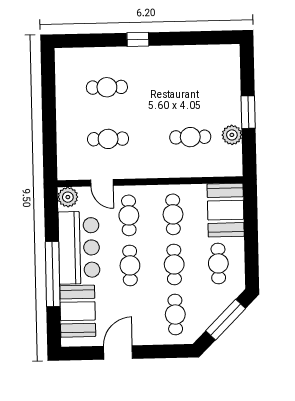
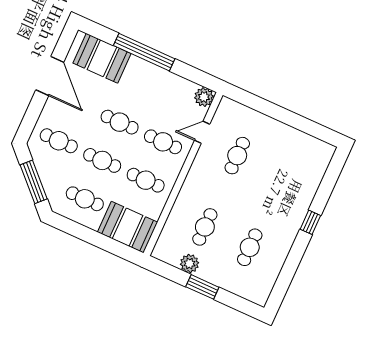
cafe table: (107, 87) -> (250, 247), moved
bar counter: (79, 248) -> (156, 86), removed
door: (118, 352) -> (50, 76), width x1.36

